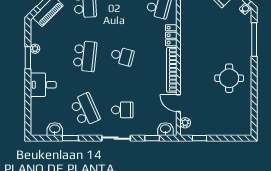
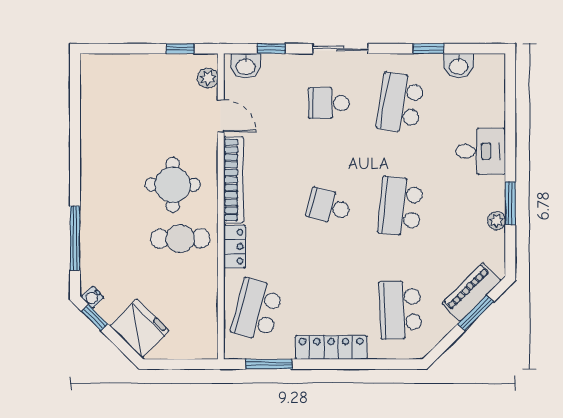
cafe table: (199, 39) -> (180, 238), added
round table: (229, 78) -> (173, 185), moved
school desk: (85, 110) -> (400, 103), turned 33

